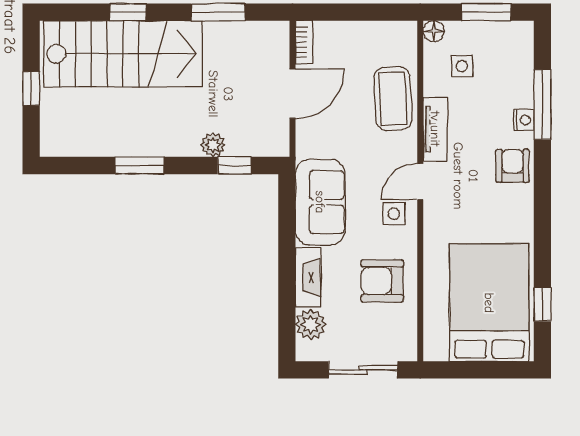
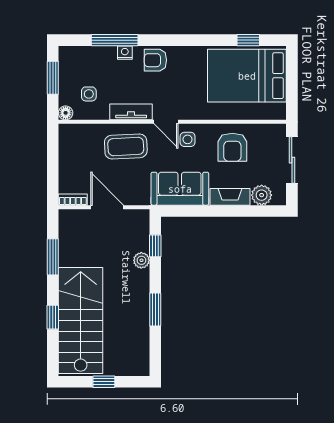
coffee table: (393, 99) -> (126, 146), moved

